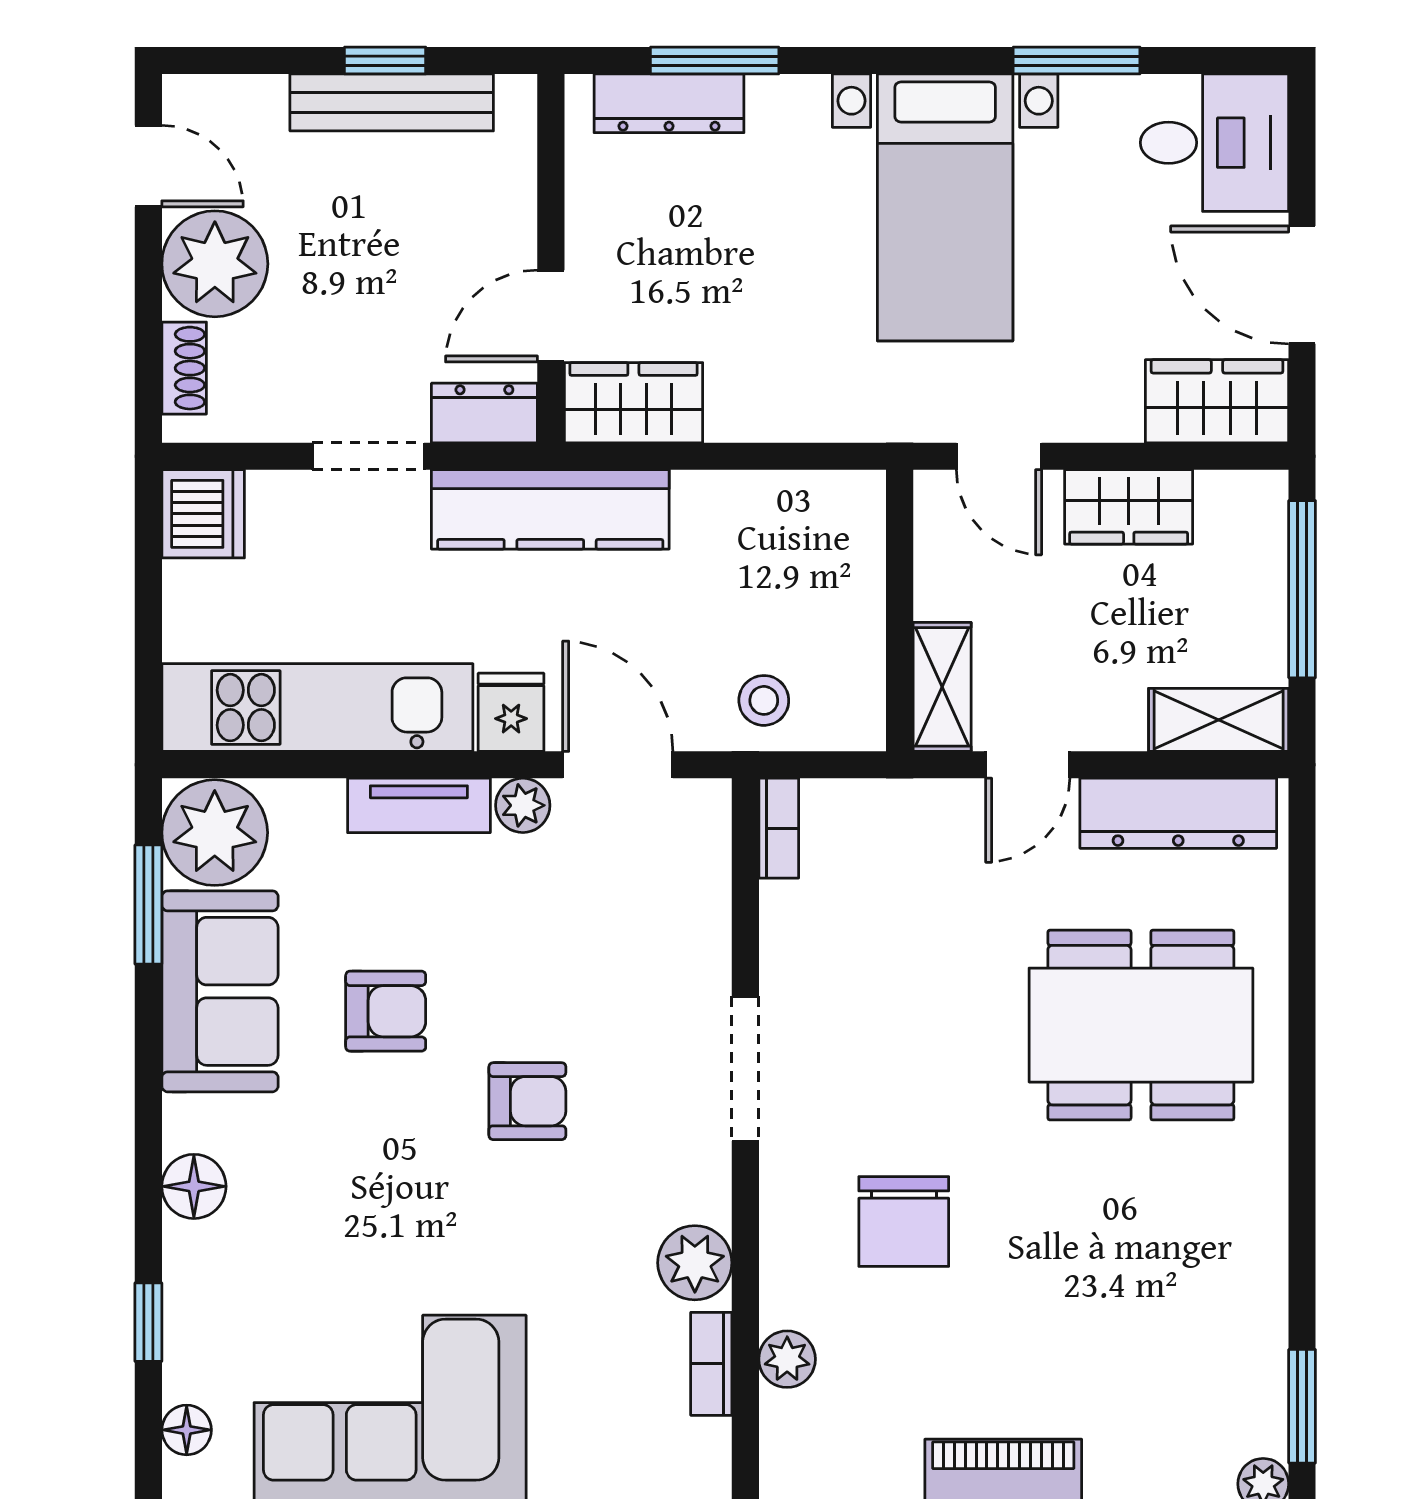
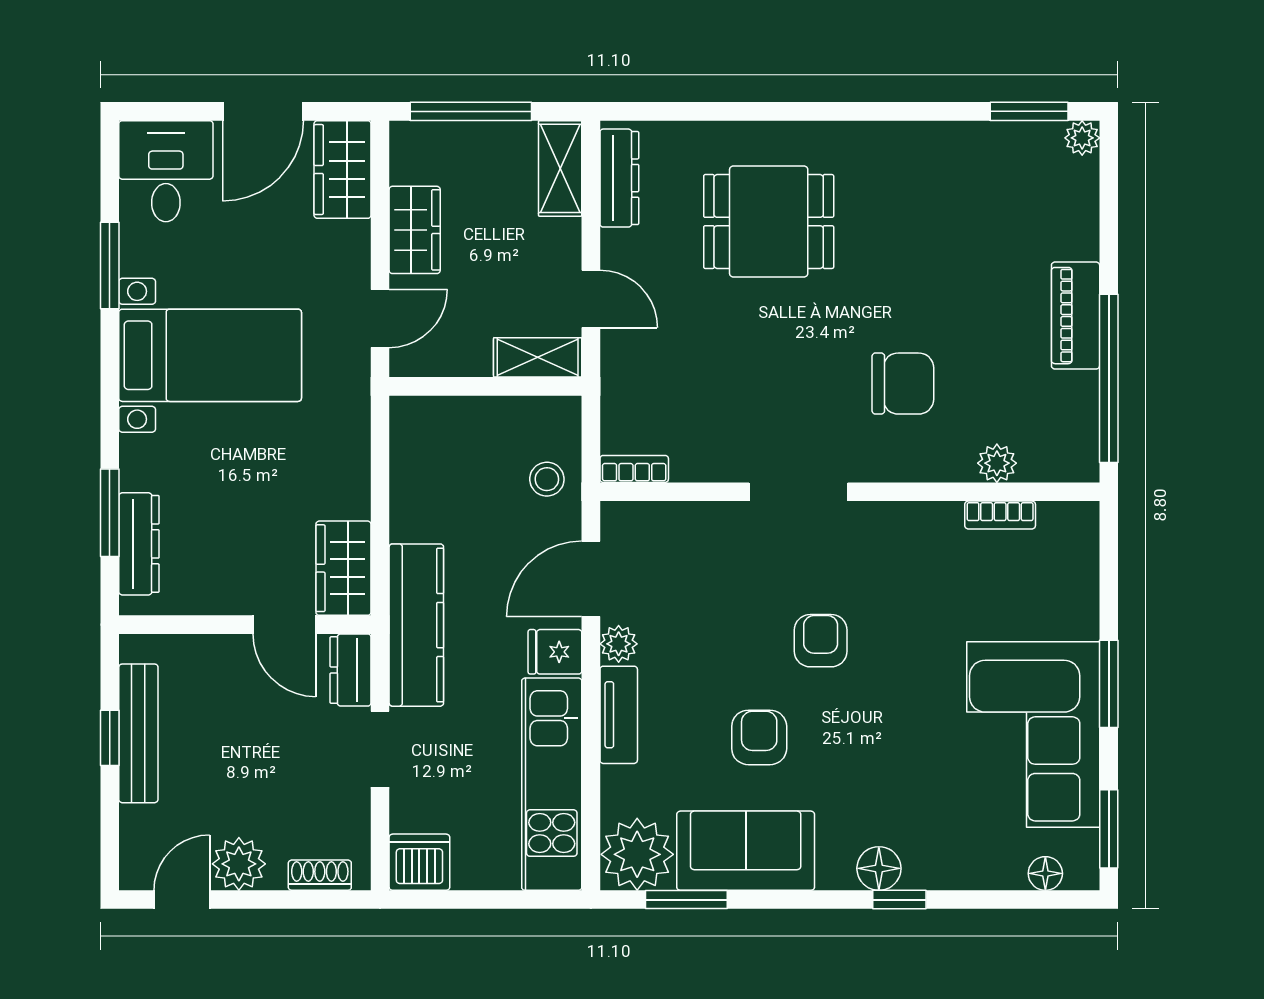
plant: (215, 264) -> (239, 864), width x0.73, depth x0.73
dresser: (1178, 813) -> (619, 178), width x0.73, depth x0.80
dining table: (1141, 1025) -> (769, 222), width x0.73
plant: (695, 1263) -> (931, 526), removed
window: (148, 1322) -> (899, 900), moved

